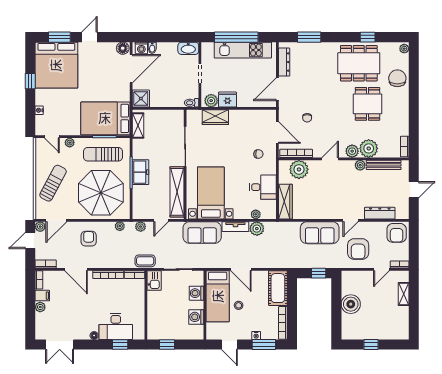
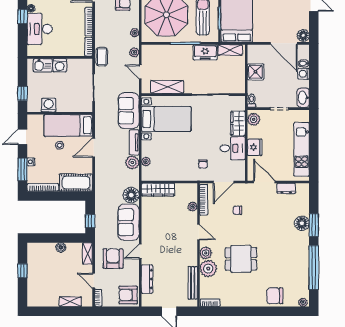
window: (236, 37) -> (314, 143), removed
window: (309, 37) -> (314, 225), moved
window: (368, 37) -> (314, 268), width x3.17
washing machine: (141, 48) -> (304, 74), moved
floor lamp: (321, 50) -> (302, 223), added
dresser: (284, 62) -> (286, 188), width x0.70
dining table: (359, 63) -> (289, 259), removed
chair: (397, 78) -> (275, 296), turned 180
shower: (141, 99) -> (256, 72), moved
fridge: (228, 100) -> (255, 147), moved
dining table: (368, 104) -> (241, 259), moved
plant: (360, 165) -> (192, 261), removed
plant: (299, 169) -> (193, 207), width x0.53, depth x0.53
freezer: (140, 172) -> (205, 52), moved
desk: (263, 187) -> (233, 148), moved, turned -90
shelving: (177, 192) -> (167, 87), width x0.68
door: (351, 220) -> (140, 251), hinge flipped
floor lamp: (291, 230) -> (131, 195), added
armchair: (358, 249) -> (113, 259), turned 90
shelving: (353, 276) -> (88, 253), added
kitchen sink: (154, 280) -> (43, 65), moved
washing machine: (196, 293) -> (60, 65), moved, turned 180
boiler: (351, 304) -> (61, 247), width x0.54, depth x0.54
window: (120, 344) -> (23, 17), moved
window: (167, 344) -> (23, 93), moved

